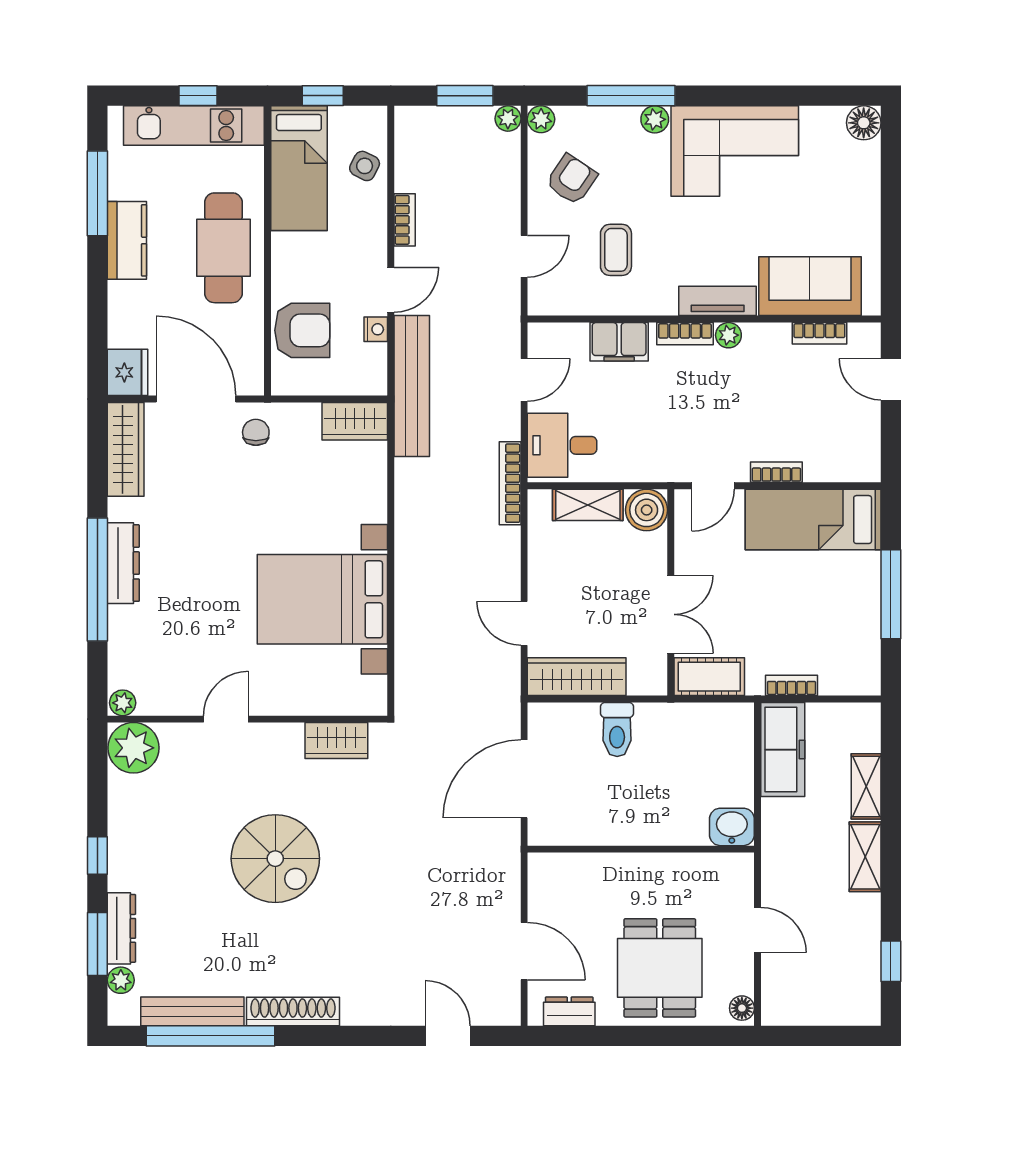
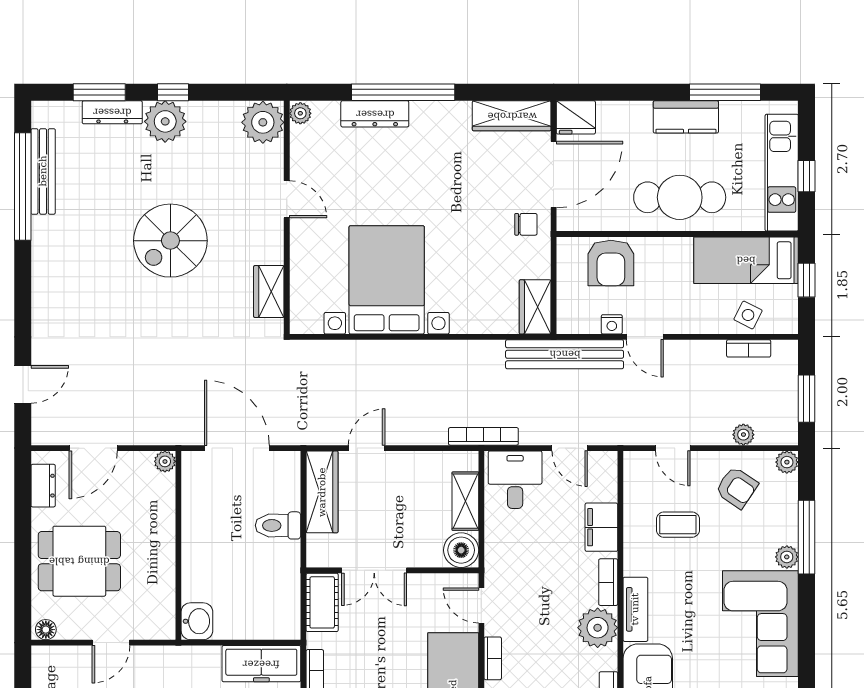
plant: (508, 119) -> (743, 435), moved
bookcase: (405, 220) -> (749, 348), moved
plant: (728, 335) -> (598, 628), width x1.88, depth x1.88
dresser: (123, 563) -> (375, 114), moved
plant: (540, 865) -> (165, 461), added
plant: (121, 980) -> (165, 121), moved, width x1.88, depth x1.88
shoe rack: (293, 1011) -> (43, 255), removed

